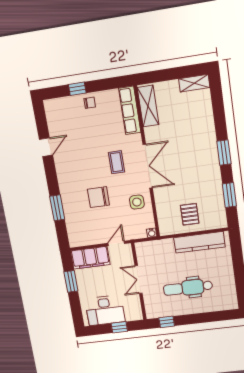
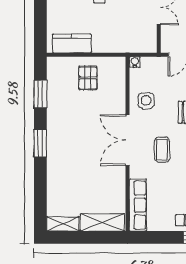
shelving: (148, 106) -> (102, 222), moved, turned 90
kitchen counter: (199, 242) -> (72, 43), width x0.67

